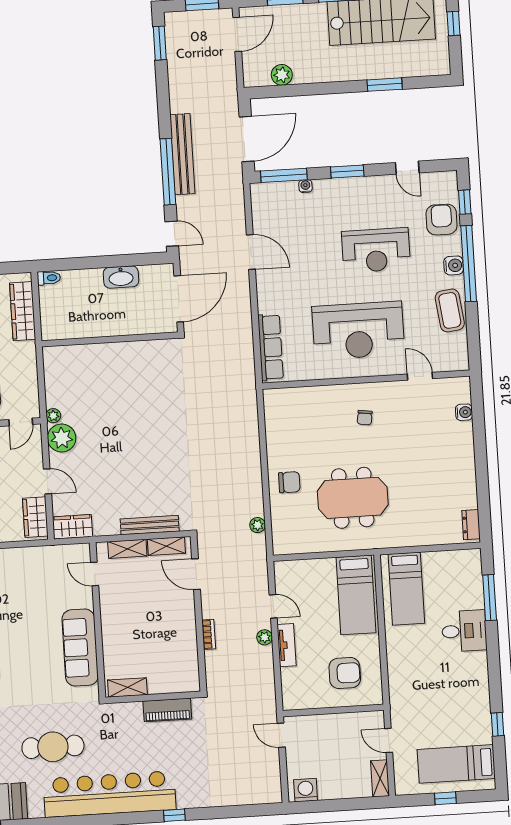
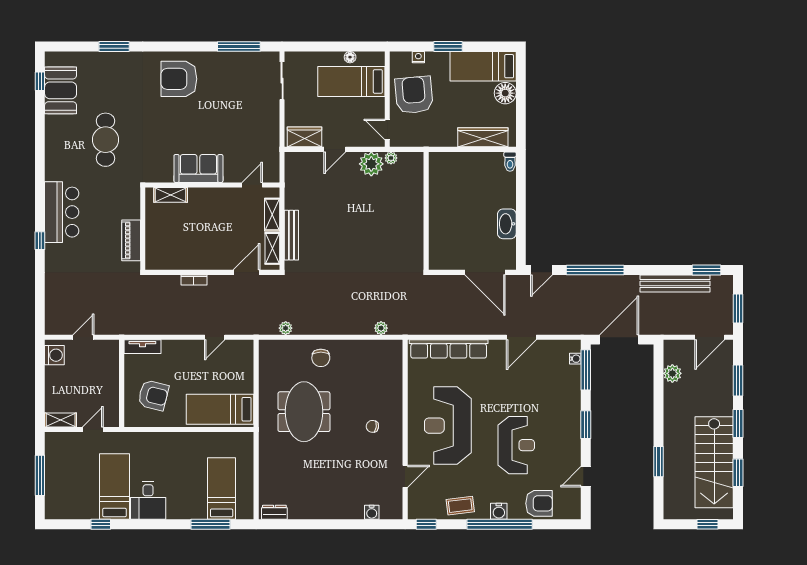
door: (237, 34) -> (710, 337), hinge flipped
door: (247, 139) -> (619, 340), swing flipped
bench: (182, 154) -> (675, 284), moved
water cooler: (305, 186) -> (575, 359), moved
window: (465, 202) -> (426, 524), moved
reception desk: (376, 250) -> (516, 445), turned 180
coffee table: (450, 310) -> (460, 506), width x0.73, depth x0.77
wall: (110, 339) -> (426, 211), moved
row of seats: (270, 347) -> (449, 349), width x1.36
wardrobe: (73, 527) -> (294, 169), removed
bed: (406, 589) -> (222, 488), moved, turned 90
desk: (464, 631) -> (148, 501), moved
plant: (265, 637) -> (381, 328), moved
tv unit: (287, 645) -> (142, 347), moved
sofa: (80, 648) -> (198, 168), width x0.73
armchair: (345, 673) -> (153, 395), turned -76
shelving: (127, 687) -> (171, 195), moved, turned 90
door: (281, 735) -> (83, 337), moved
bed: (456, 764) -> (114, 487), moved
bar counter: (110, 794) -> (62, 212), width x0.54
window: (445, 798) -> (40, 475), width x2.17

